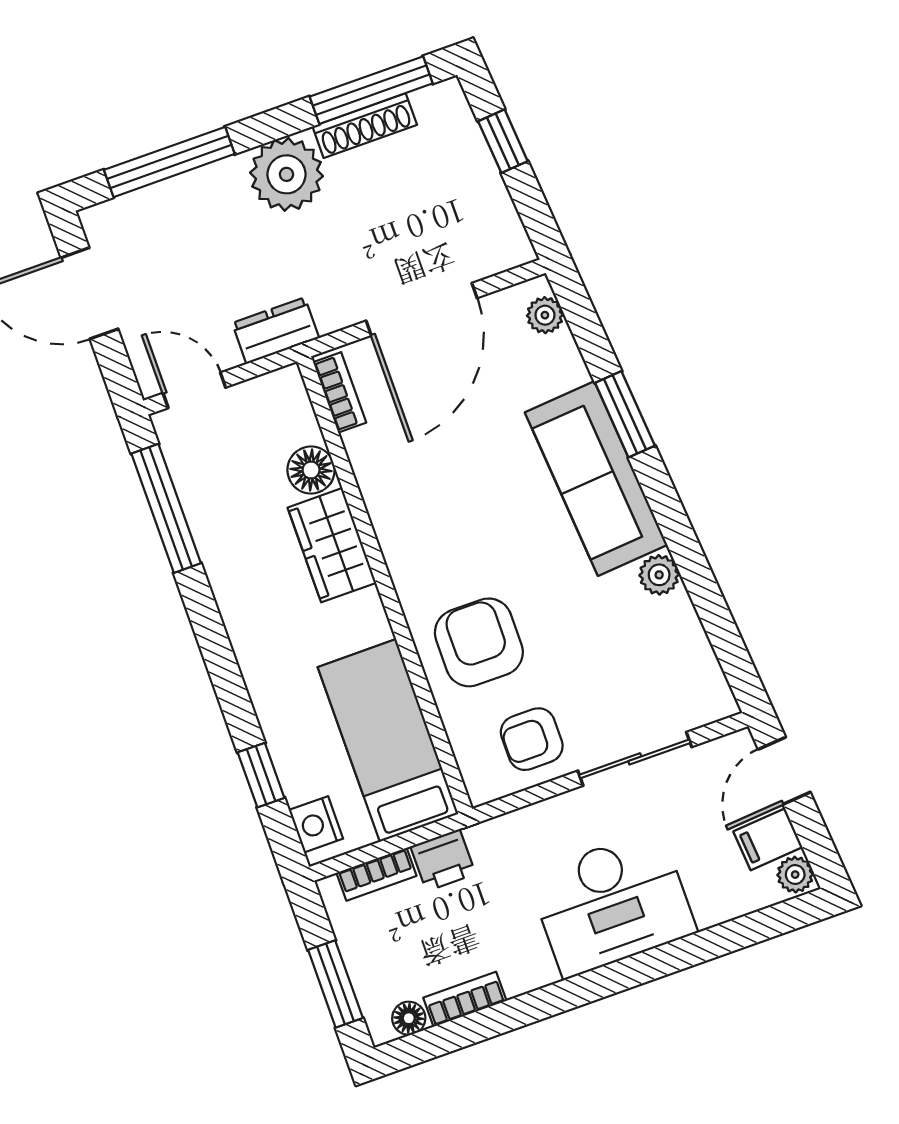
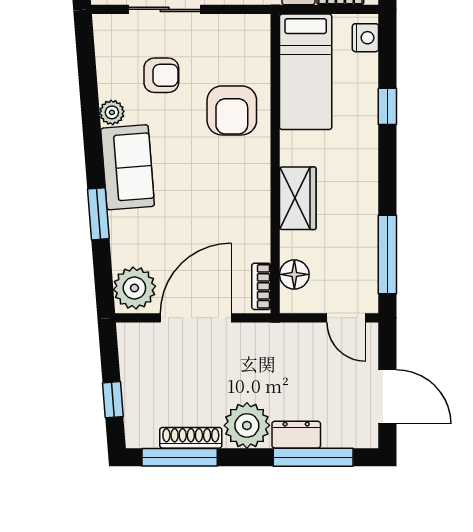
plant: (545, 315) -> (134, 288), width x1.87, depth x1.87
dresser: (276, 331) -> (296, 435), moved, turned 180
floor lamp: (311, 470) -> (294, 274), moved
sofa: (596, 479) -> (128, 167), width x0.73
armchair: (532, 739) -> (161, 75), moved
window: (261, 775) -> (387, 106), moved

